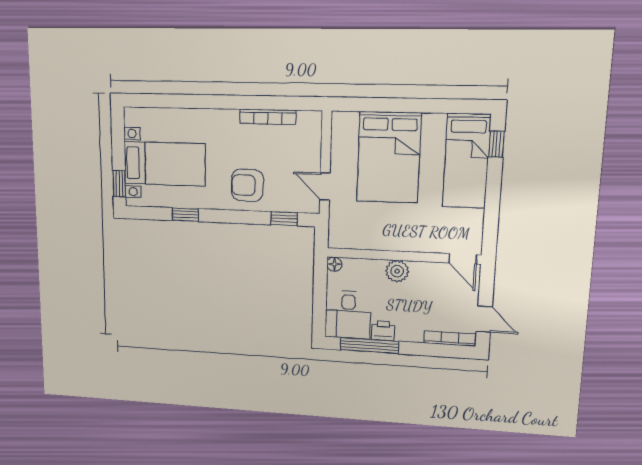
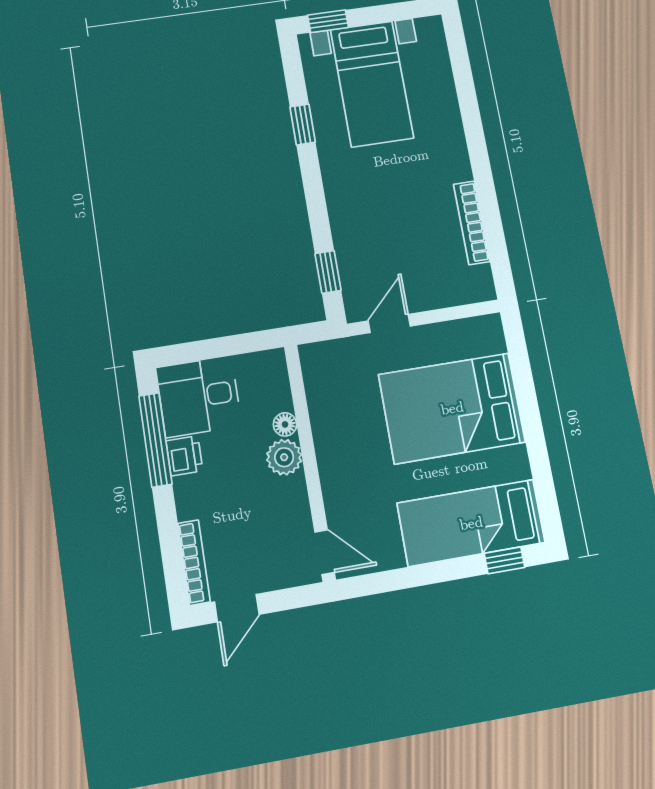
armchair: (247, 185) -> (366, 209), removed
door: (463, 259) -> (325, 552), swing flipped
floor lamp: (334, 264) -> (285, 424), moved

